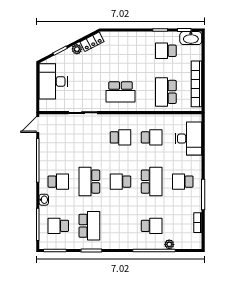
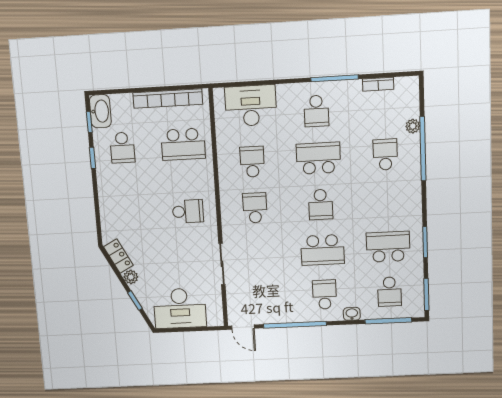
school desk: (120, 92) -> (188, 211), width x0.54

